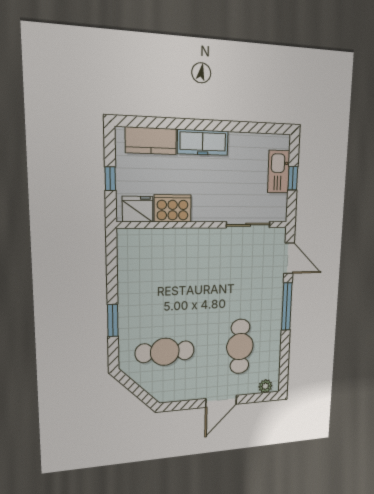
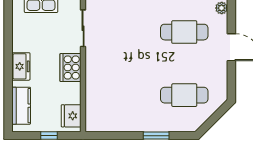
freezer: (203, 142) -> (21, 66), width x0.71
cooker: (173, 208) -> (70, 68), moved
cafe table: (165, 352) -> (184, 95), turned 90

